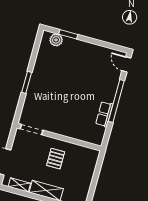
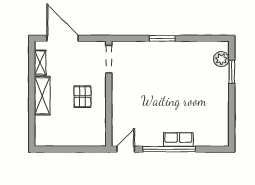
door: (126, 64) -> (126, 149), moved
row of seats: (104, 114) -> (178, 139), moved
pallet: (56, 159) -> (82, 97), turned 90

